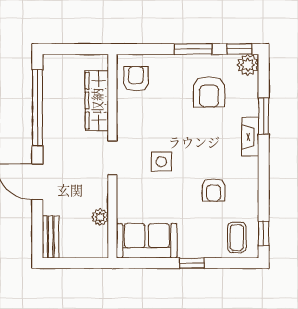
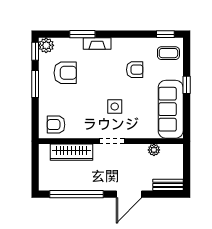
sofa: (147, 241) -> (171, 109), width x1.36

